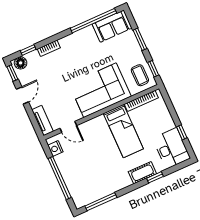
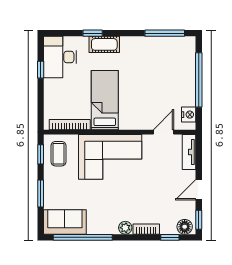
plant: (65, 42) -> (125, 228), added
door: (68, 127) -> (163, 132), hinge flipped

